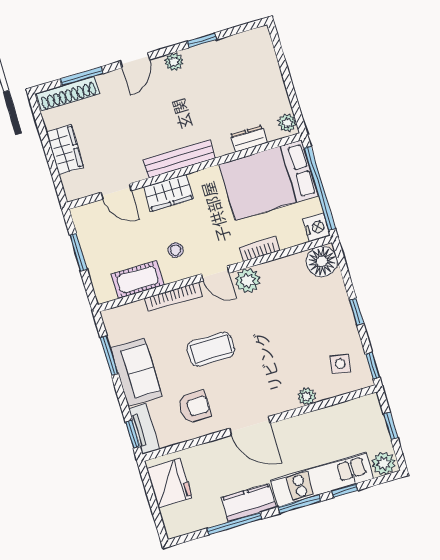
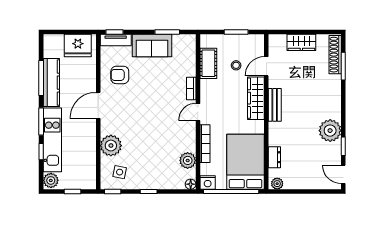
door: (135, 60) -> (343, 174), moved
plant: (174, 62) -> (330, 131), width x1.88, depth x1.88
bench: (179, 159) -> (275, 105), width x0.73
wardrobe: (169, 193) -> (256, 98), width x1.50
bookcase: (259, 249) -> (205, 144), width x1.56
stool: (176, 250) -> (236, 65), moved
floor lamp: (322, 261) -> (191, 184), width x0.53, depth x0.53
plant: (248, 281) -> (188, 160), moved
bookcase: (173, 297) -> (191, 88), width x0.64
coffee table: (211, 349) -> (152, 95), removed
plant: (307, 396) -> (111, 146), width x1.87, depth x1.87
armchair: (195, 407) -> (120, 75), turned 90
kitchen counter: (249, 503) -> (51, 83), width x1.50

